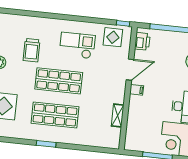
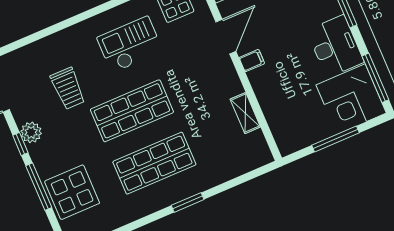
window: (46, 144) -> (188, 202), moved

